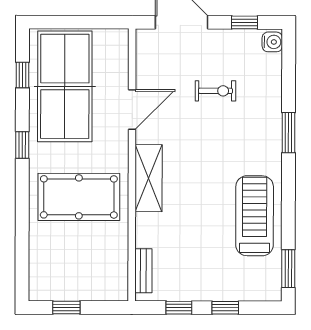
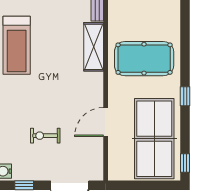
window: (22, 75) -> (185, 163), moved
shelving: (149, 178) -> (94, 47), moved

